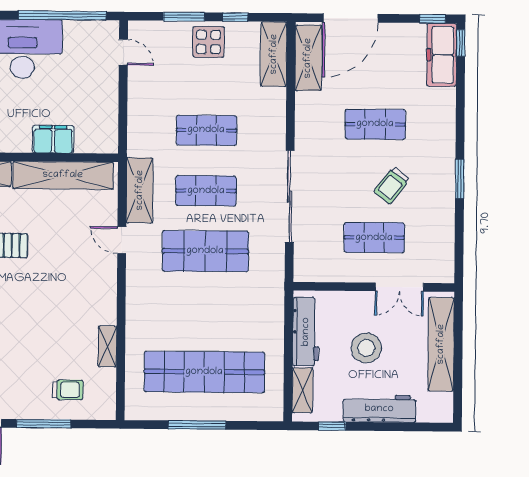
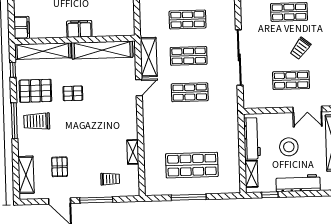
filing cabinet: (53, 139) -> (79, 29), moved
door: (122, 240) -> (139, 88), swing flipped
shop shelf: (205, 251) -> (190, 92), width x0.70, depth x0.74
shop shelf: (204, 372) -> (192, 165), width x0.71

